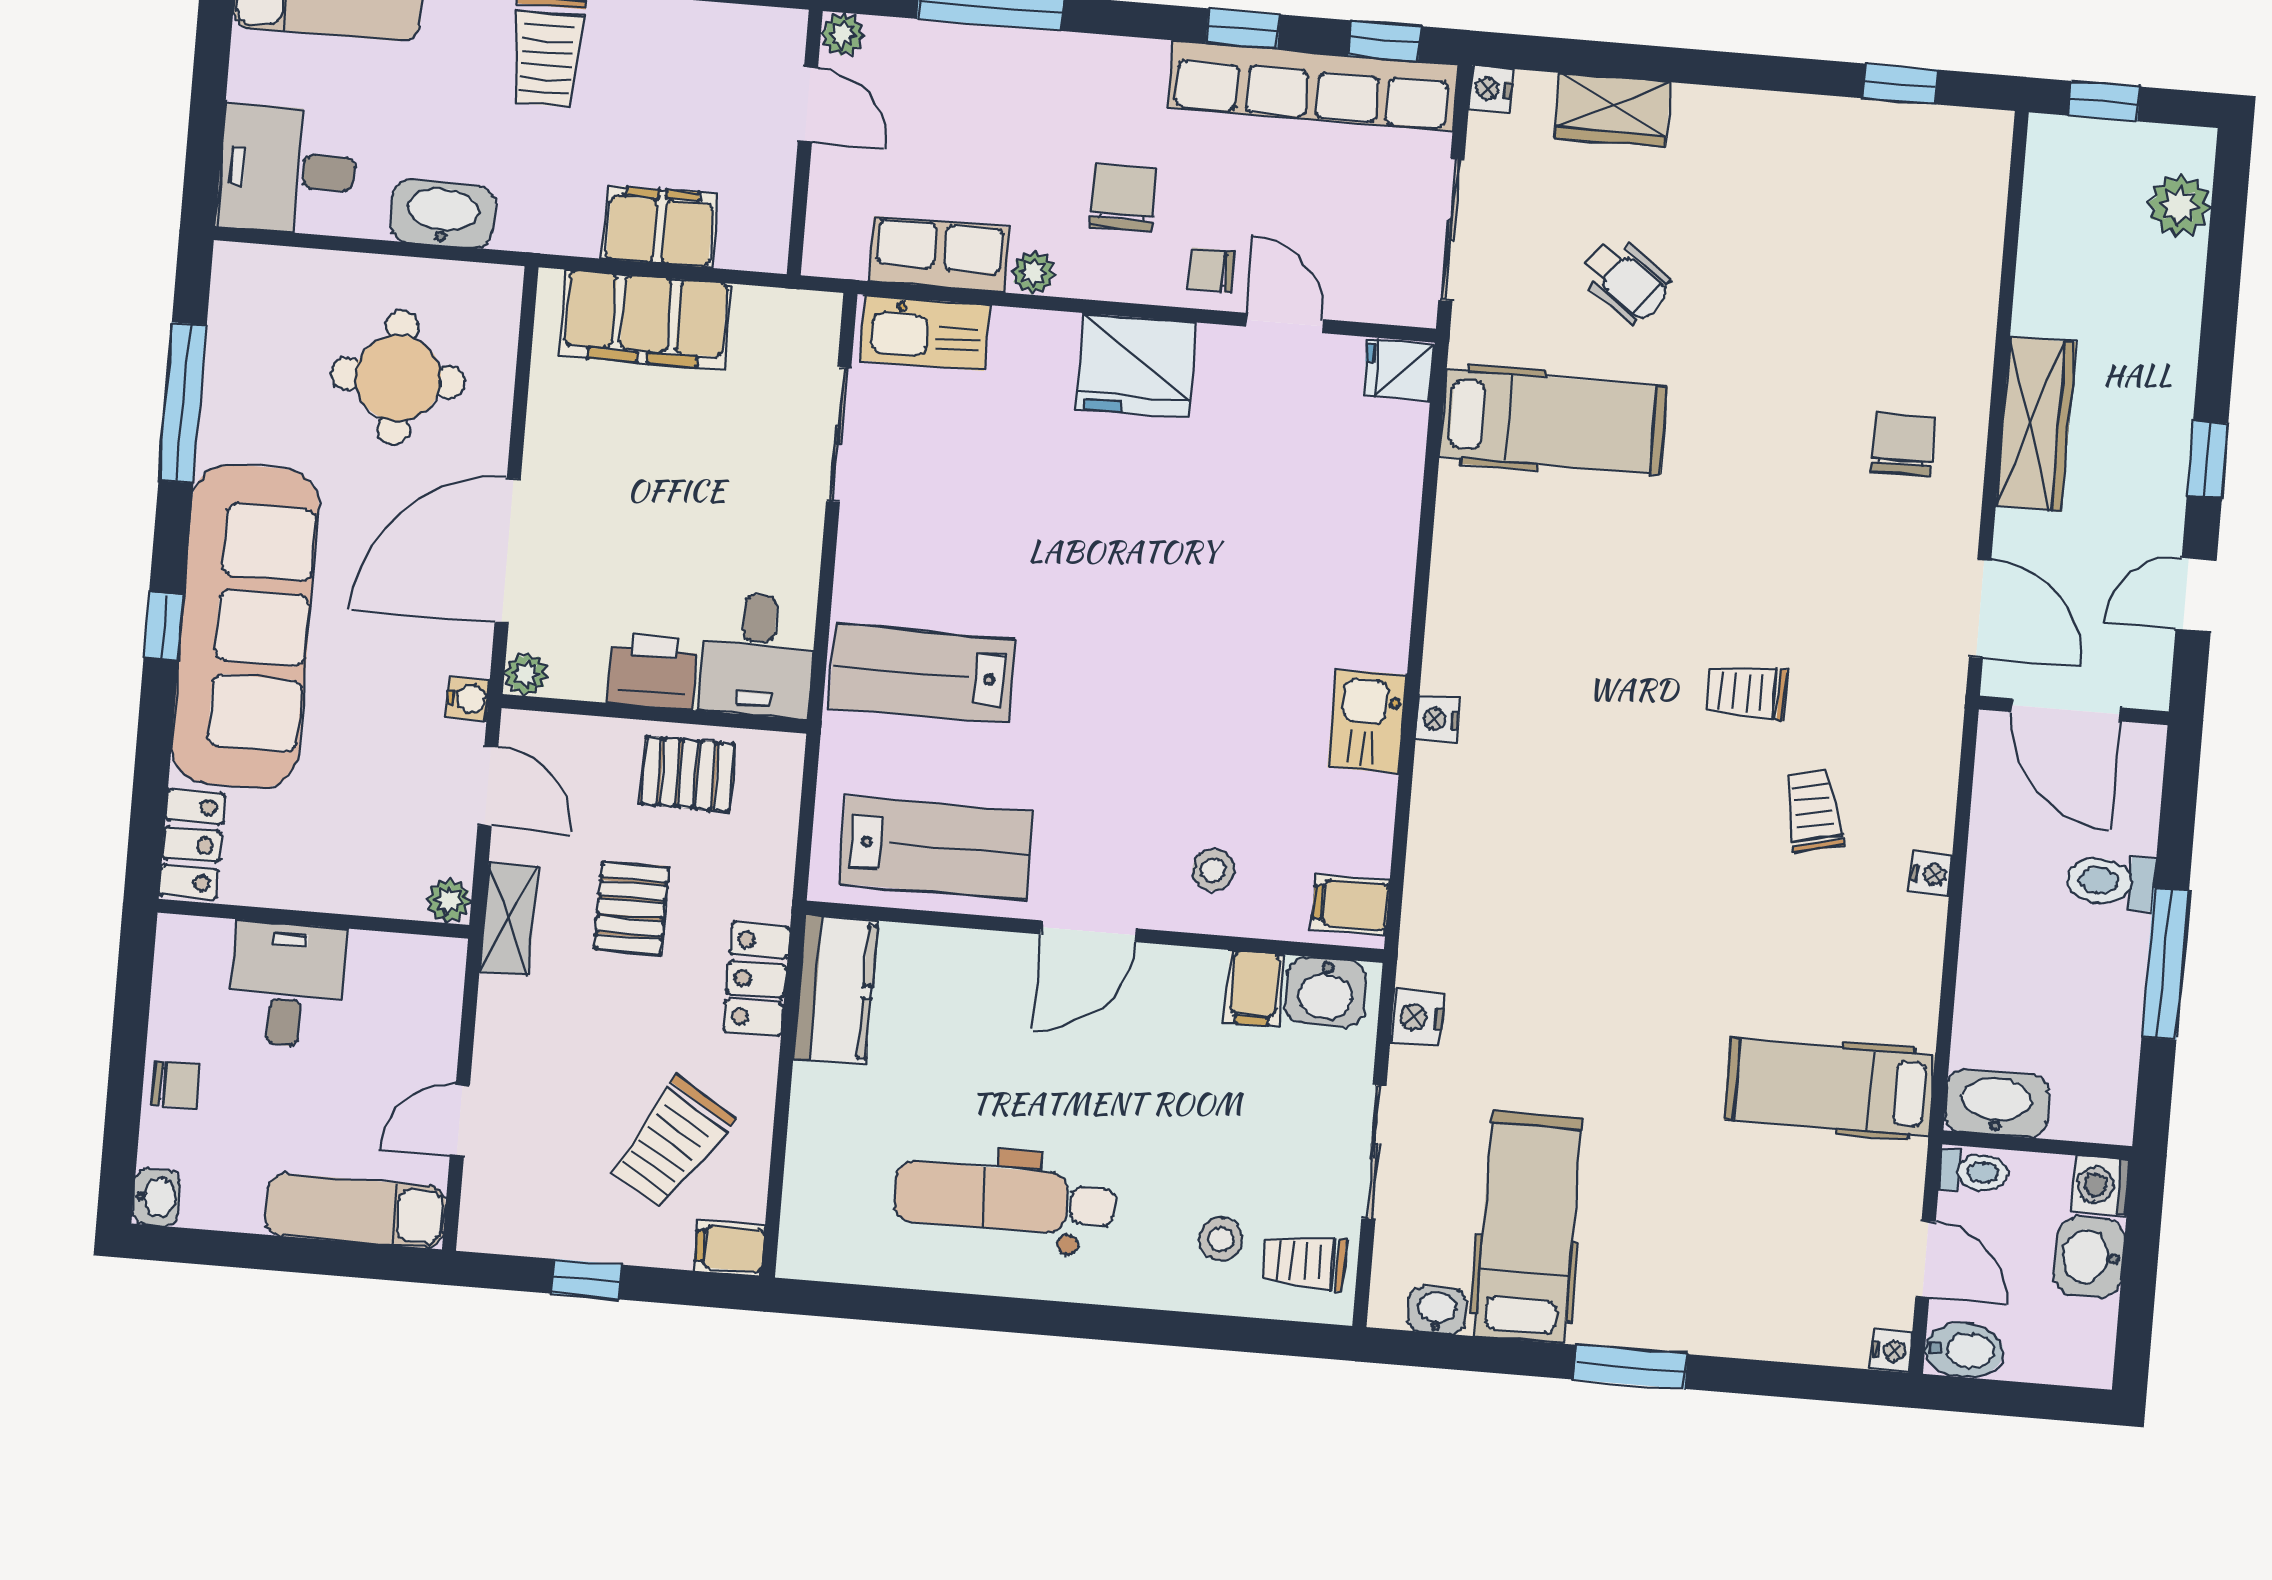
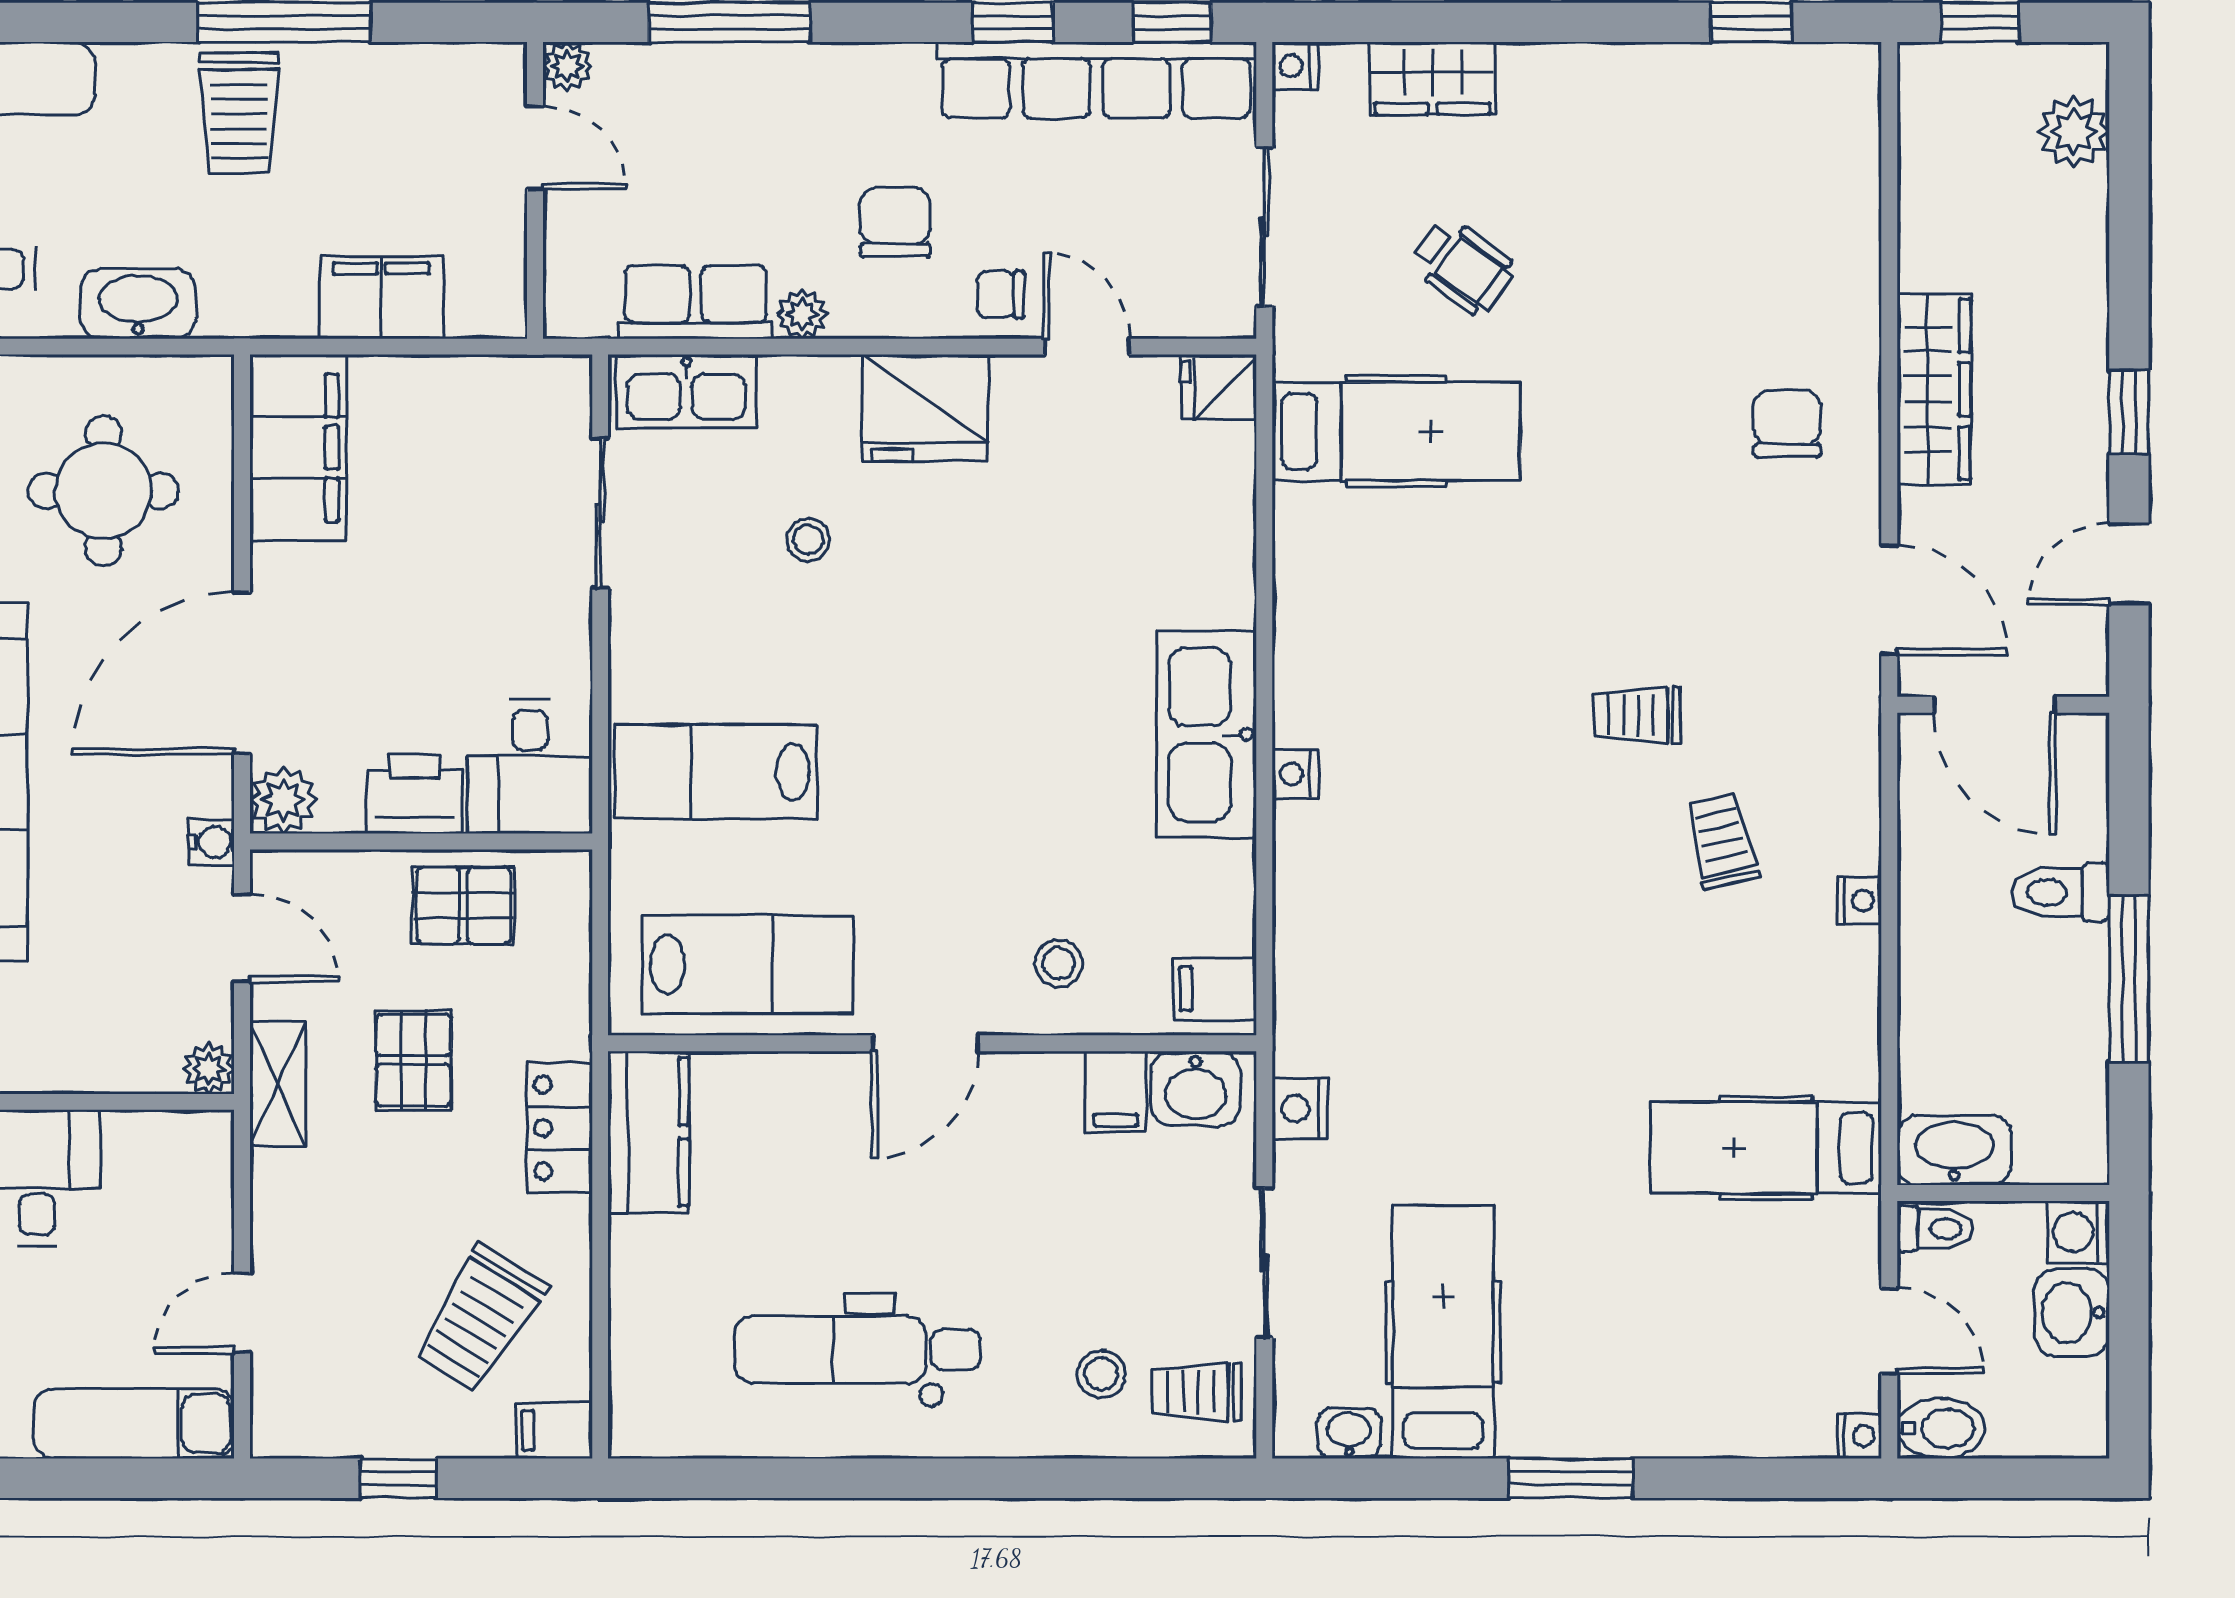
filing cabinet: (646, 320) -> (298, 448), moved, turned -90
stool: (1022, 474) -> (808, 540), added
plant: (526, 674) -> (283, 800), width x1.38, depth x1.38
kitchen sink: (1367, 721) -> (1207, 734), width x1.88, depth x1.24

